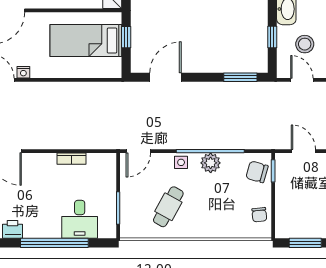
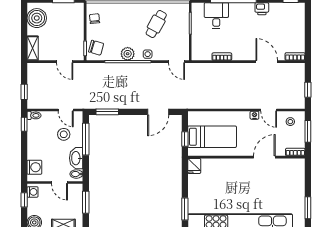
window: (272, 37) -> (86, 139), width x2.17
door: (138, 151) -> (177, 62), swing flipped

